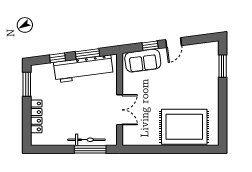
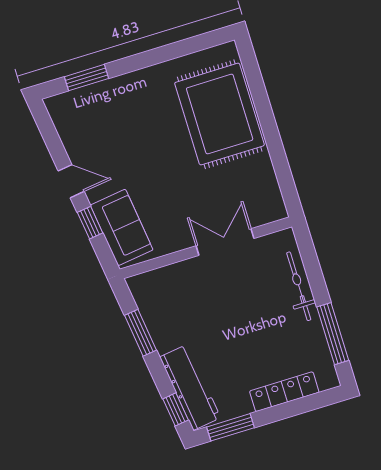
window: (57, 58) -> (176, 409), moved
workbench: (83, 69) -> (190, 387), moved, width x0.73, depth x0.76
window: (90, 149) -> (333, 334), moved

